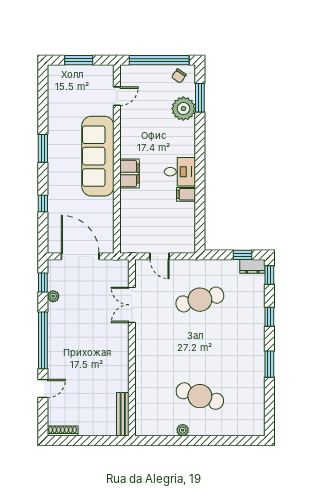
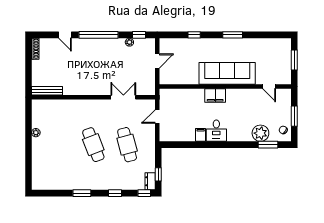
window: (159, 60) -> (294, 116), width x0.47
door: (80, 256) -> (157, 61), width x0.53
cafe table: (200, 396) -> (93, 145), moved, turned -39

